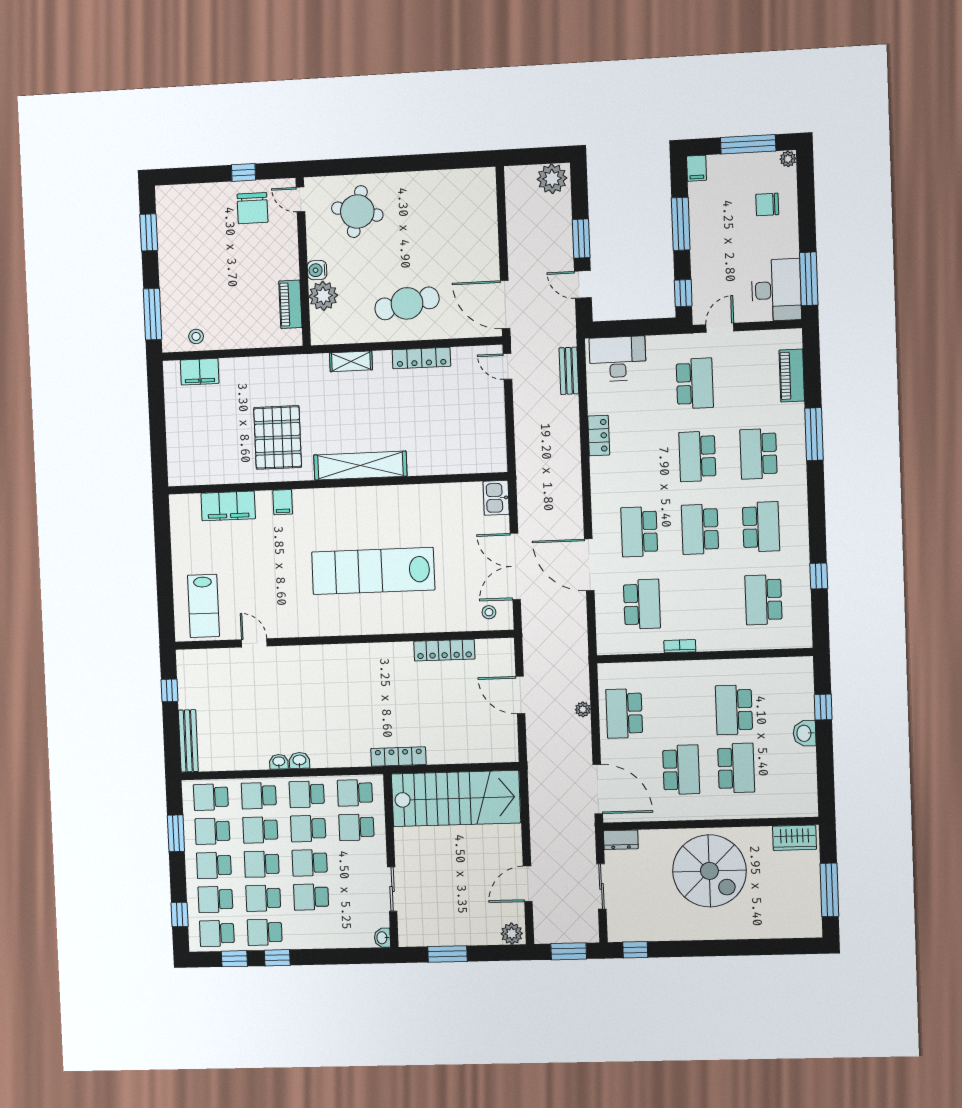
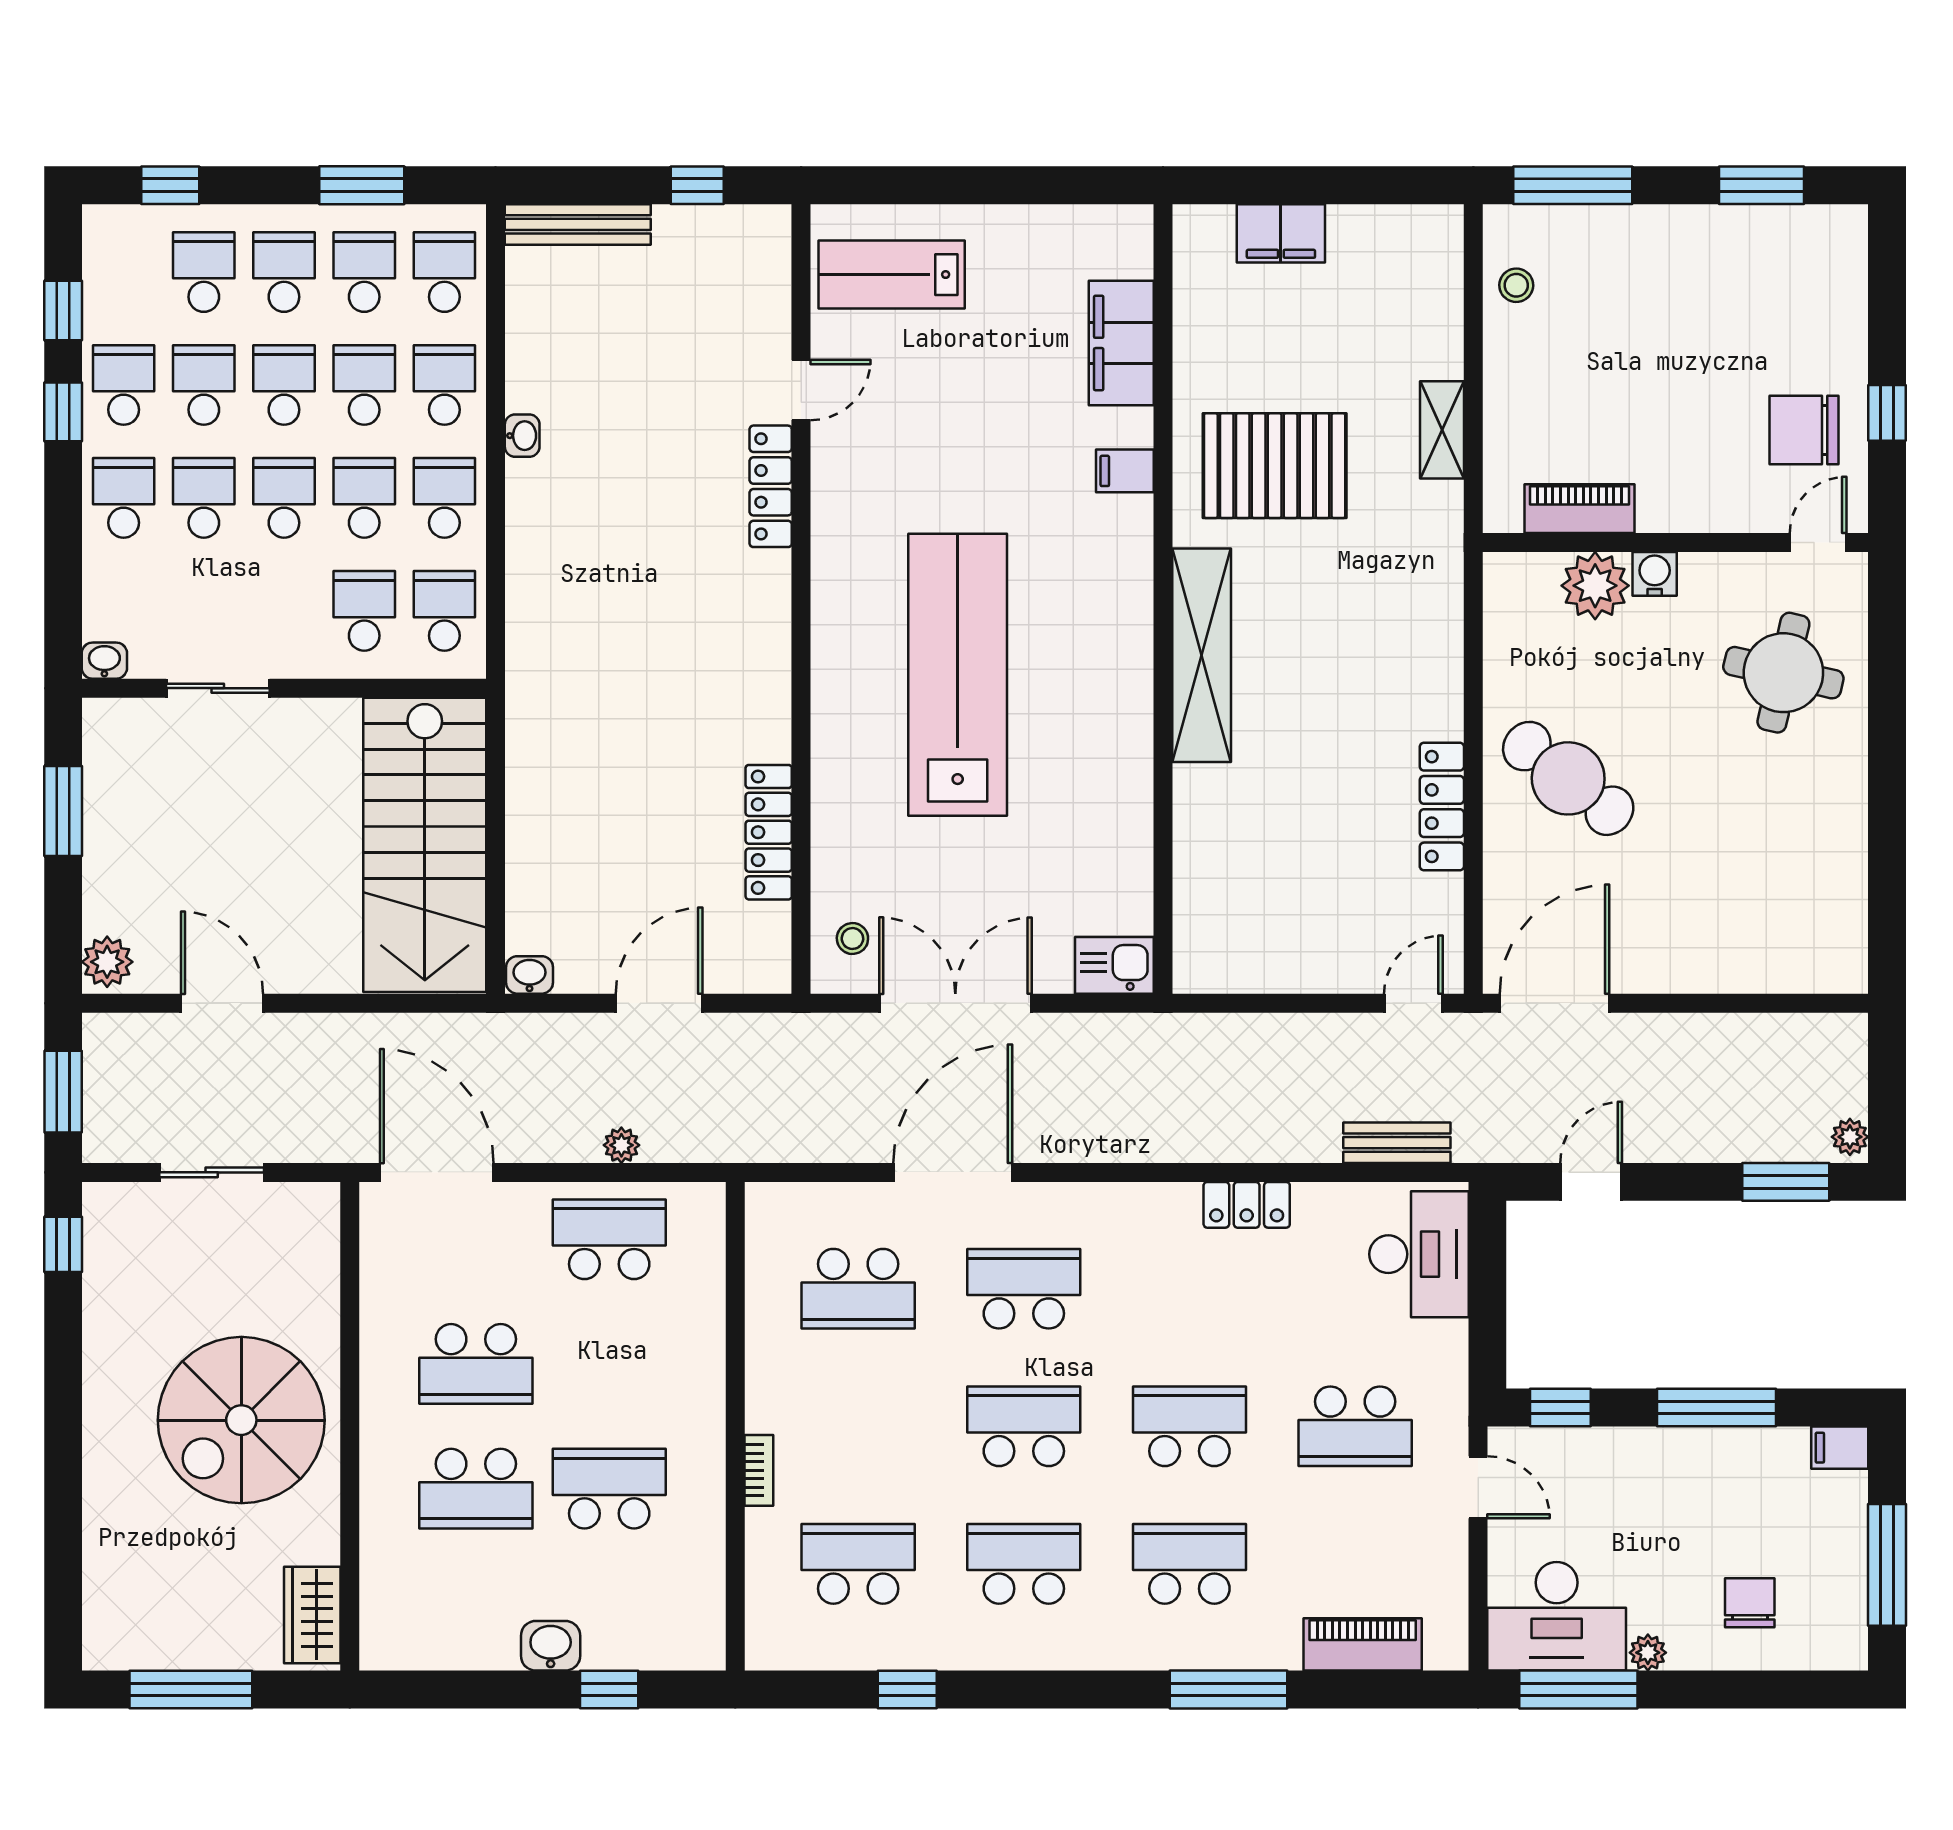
plant: (788, 159) -> (1648, 1653), moved
plant: (552, 179) -> (1850, 1137), width x0.53, depth x0.53
window: (581, 238) -> (1786, 1182), moved
cafe table: (407, 303) -> (1568, 778), turned -41
shelving: (351, 361) -> (1442, 430), moved
filing cabinet: (200, 372) -> (1281, 233), moved, turned -90
school desk: (761, 527) -> (1024, 1564), turned 180
bookcase: (680, 646) -> (759, 1470), moved
locker: (398, 757) -> (771, 486), moved, turned 180
washbasin: (299, 760) -> (530, 975), moved, turned -90
door: (598, 789) -> (437, 1172), swing flipped
dresser: (621, 840) -> (319, 1221), removed
school desk: (217, 933) -> (124, 498), moved

